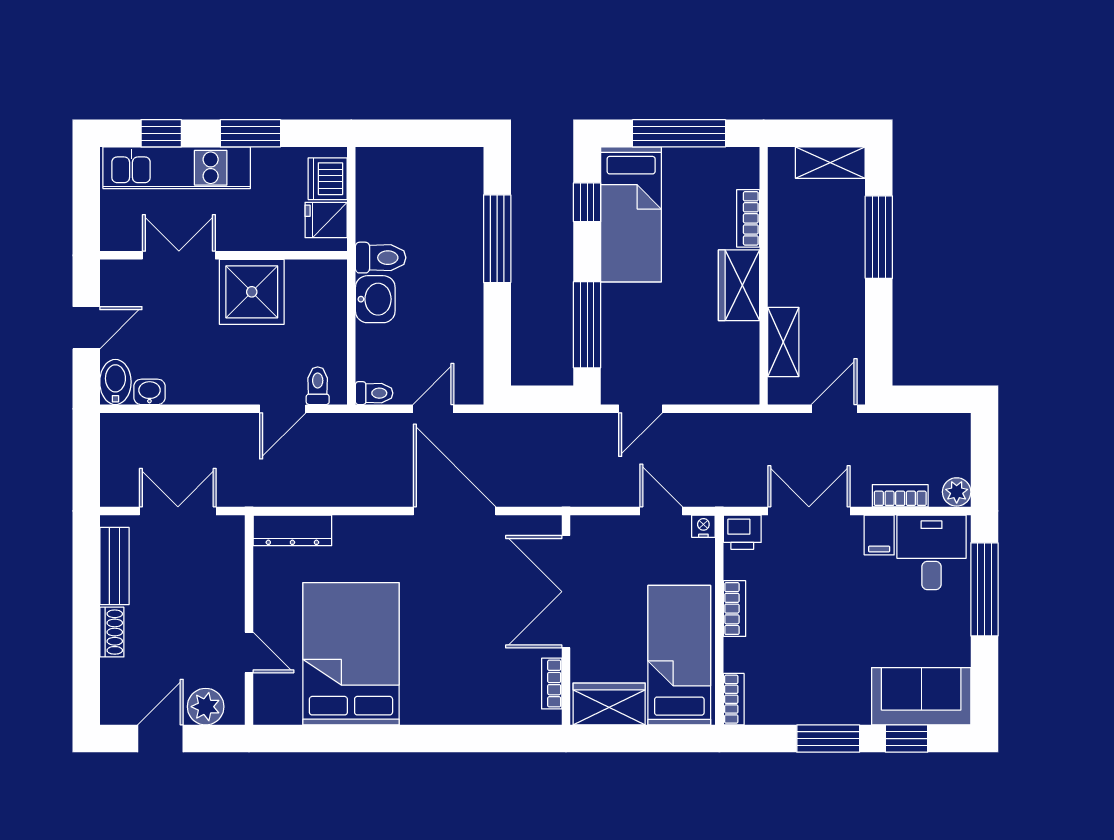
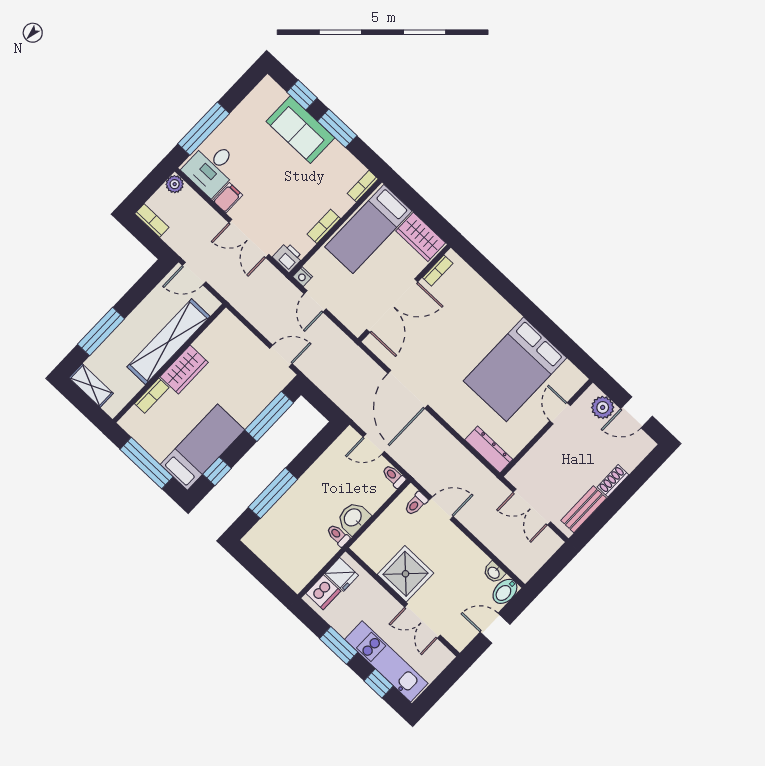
toilet: (381, 258) -> (338, 535), width x0.73, depth x0.72
shelving: (783, 342) -> (169, 342), width x2.20, depth x1.33
bookcase: (900, 496) -> (152, 220), moved, turned 180
sofa: (921, 696) -> (300, 130), moved

